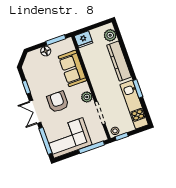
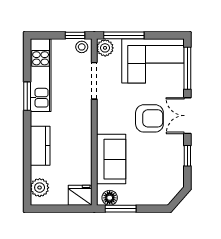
floor lamp: (46, 51) -> (110, 198), moved
kitchen counter: (119, 61) -> (40, 146), width x0.67
plant: (87, 97) -> (105, 48), moved
armchair: (58, 102) -> (149, 118), turned -90
double door: (35, 112) -> (187, 116), swing flipped

